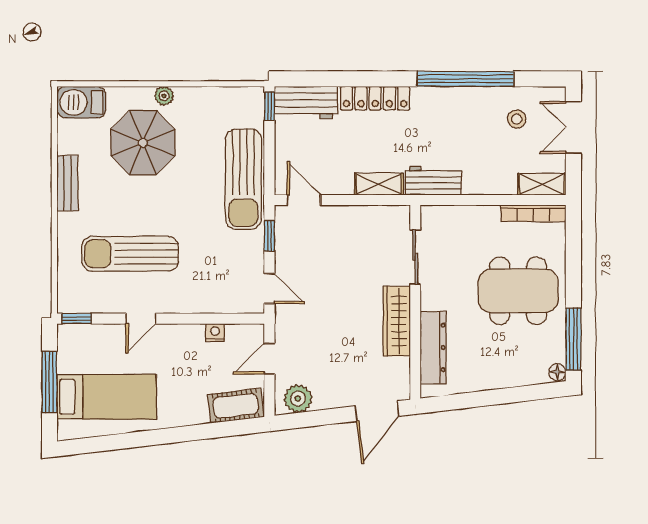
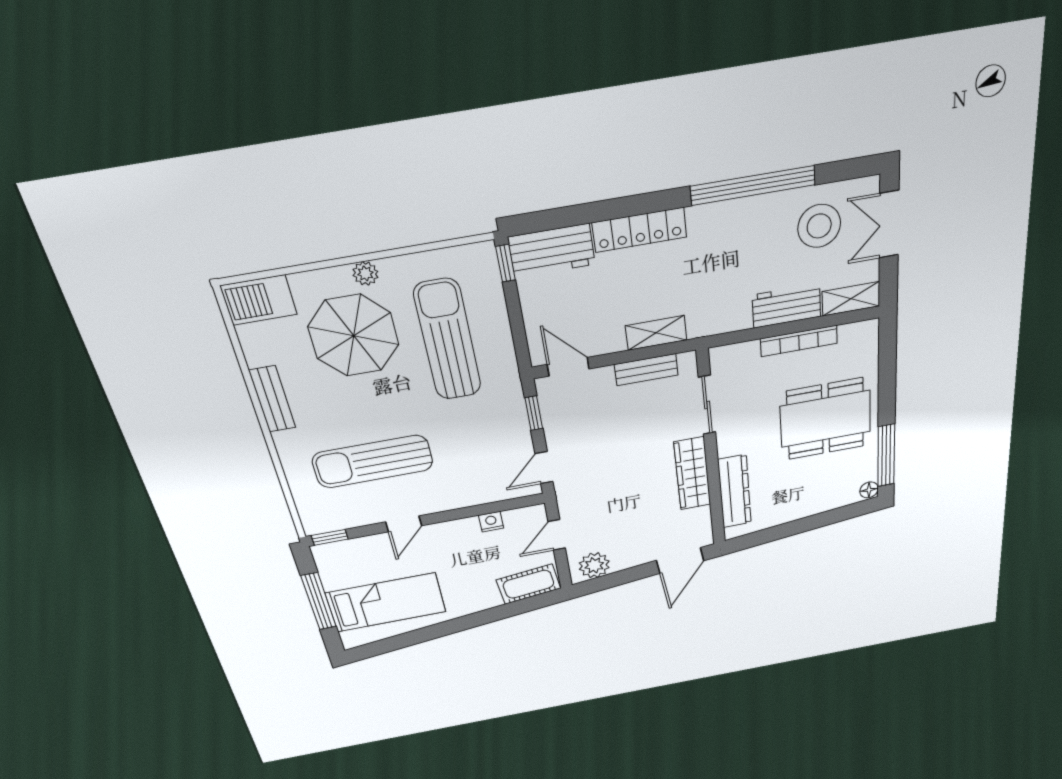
stool: (517, 119) -> (819, 226), width x1.89, depth x1.89
sun lounger: (243, 179) -> (448, 340), moved, turned 180
workbench: (433, 181) -> (787, 306), moved
bookcase: (533, 213) -> (799, 341), moved
bench: (367, 215) -> (646, 370), added
door: (269, 289) -> (544, 468), swing flipped

